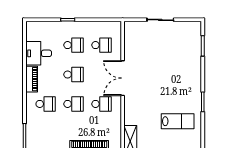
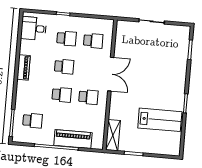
desk: (39, 53) -> (34, 28), moved
double door: (123, 78) -> (111, 74), swing flipped
school desk: (46, 104) -> (33, 121), moved
lab bench: (178, 121) -> (160, 120), width x1.36, depth x1.39

